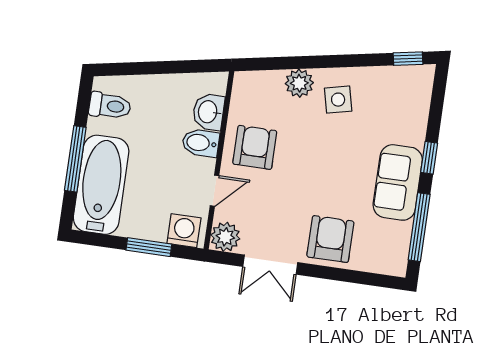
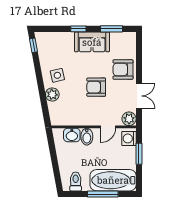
armchair: (255, 147) -> (96, 87), moved
door: (214, 191) -> (108, 127), swing flipped
window: (419, 227) -> (111, 29), width x0.69

